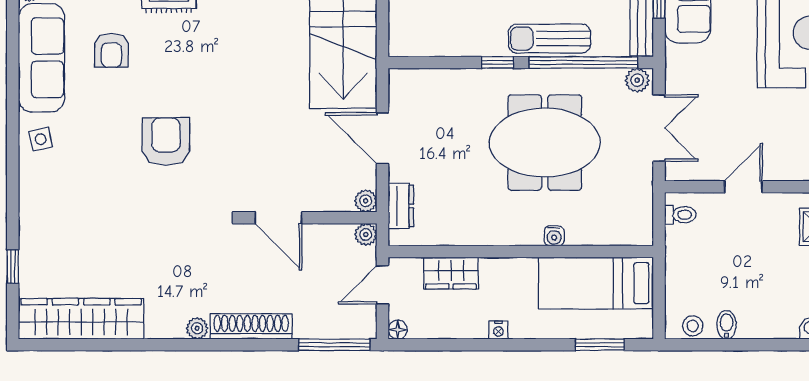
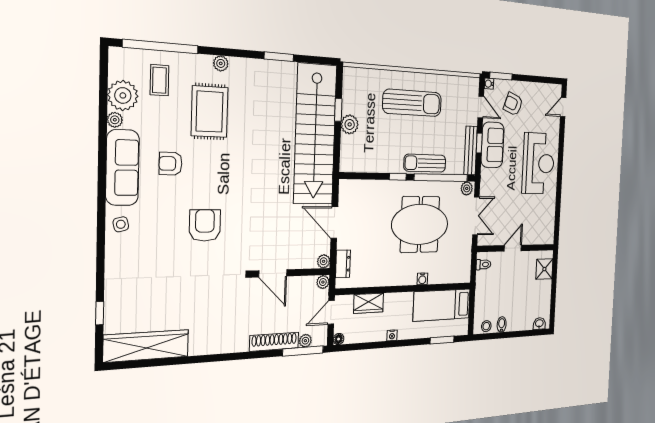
armchair: (111, 50) -> (171, 164), turned 90
shoe rack: (251, 326) -> (274, 342), moved
plant: (197, 328) -> (305, 341), moved

